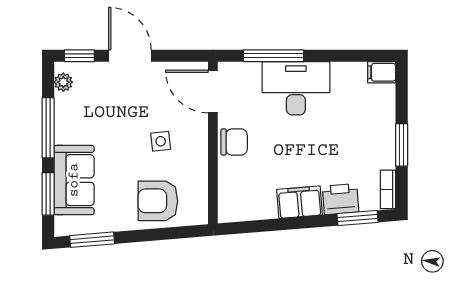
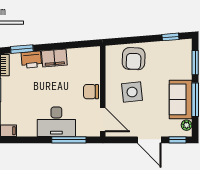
side table: (161, 141) -> (132, 92), width x1.87, depth x1.87
sofa: (74, 180) -> (181, 99), moved
armchair: (158, 201) -> (134, 59), turned 92
window: (92, 240) -> (170, 37), width x0.67

